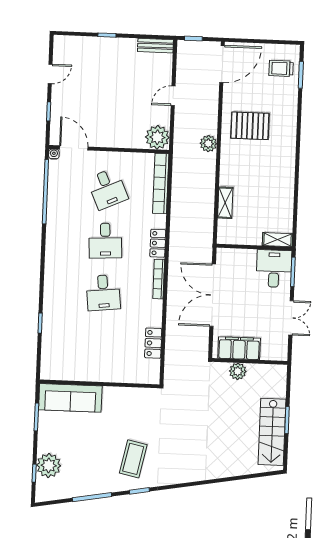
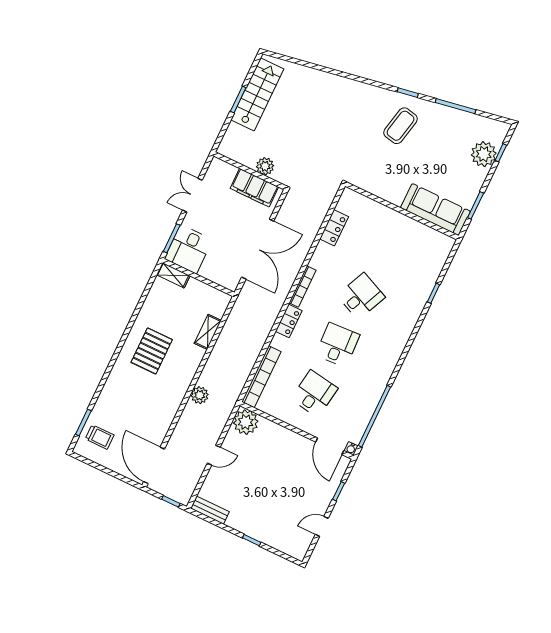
door: (222, 64) -> (154, 465), hinge flipped
pallet: (250, 126) -> (152, 351), moved, turned 90
desk: (107, 189) -> (314, 394), turned 33
desk: (103, 293) -> (361, 296), turned 30

